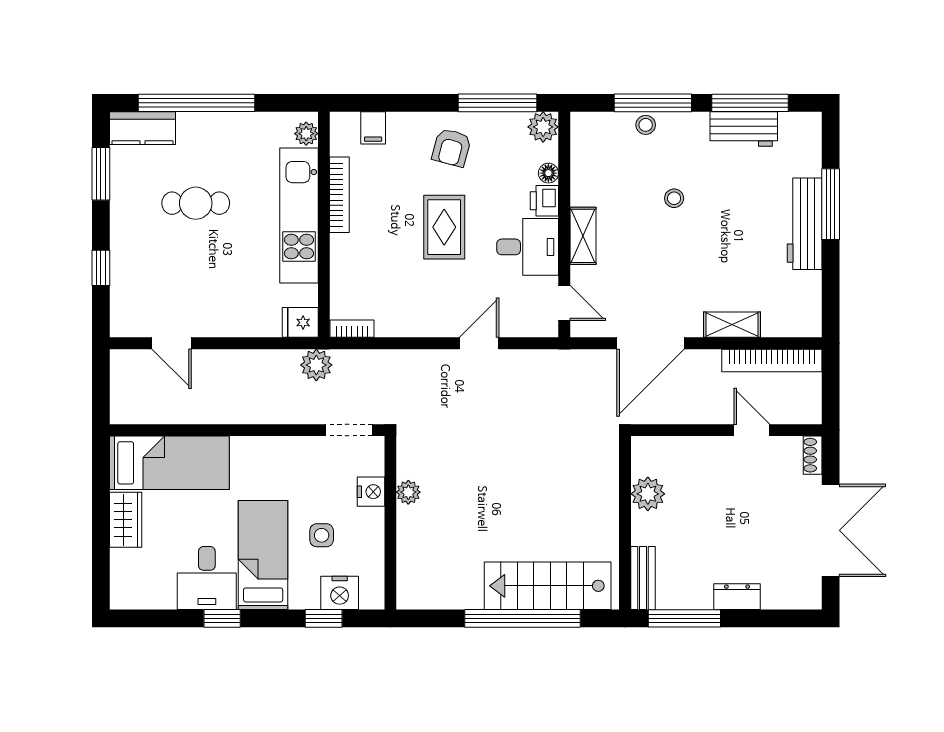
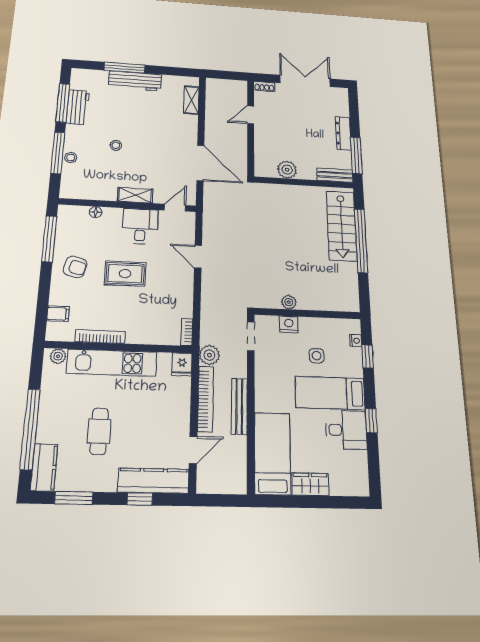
plant: (543, 127) -> (67, 214), removed
printer: (544, 201) -> (112, 215), removed
kitchen counter: (127, 286) -> (153, 481), added
shelving: (732, 325) -> (191, 100), moved
bookcase: (772, 360) -> (206, 399), moved
bench: (238, 412) -> (239, 406), added
nightstand: (340, 593) -> (356, 341), width x0.53, depth x0.56
dresser: (737, 597) -> (343, 133), width x1.44

